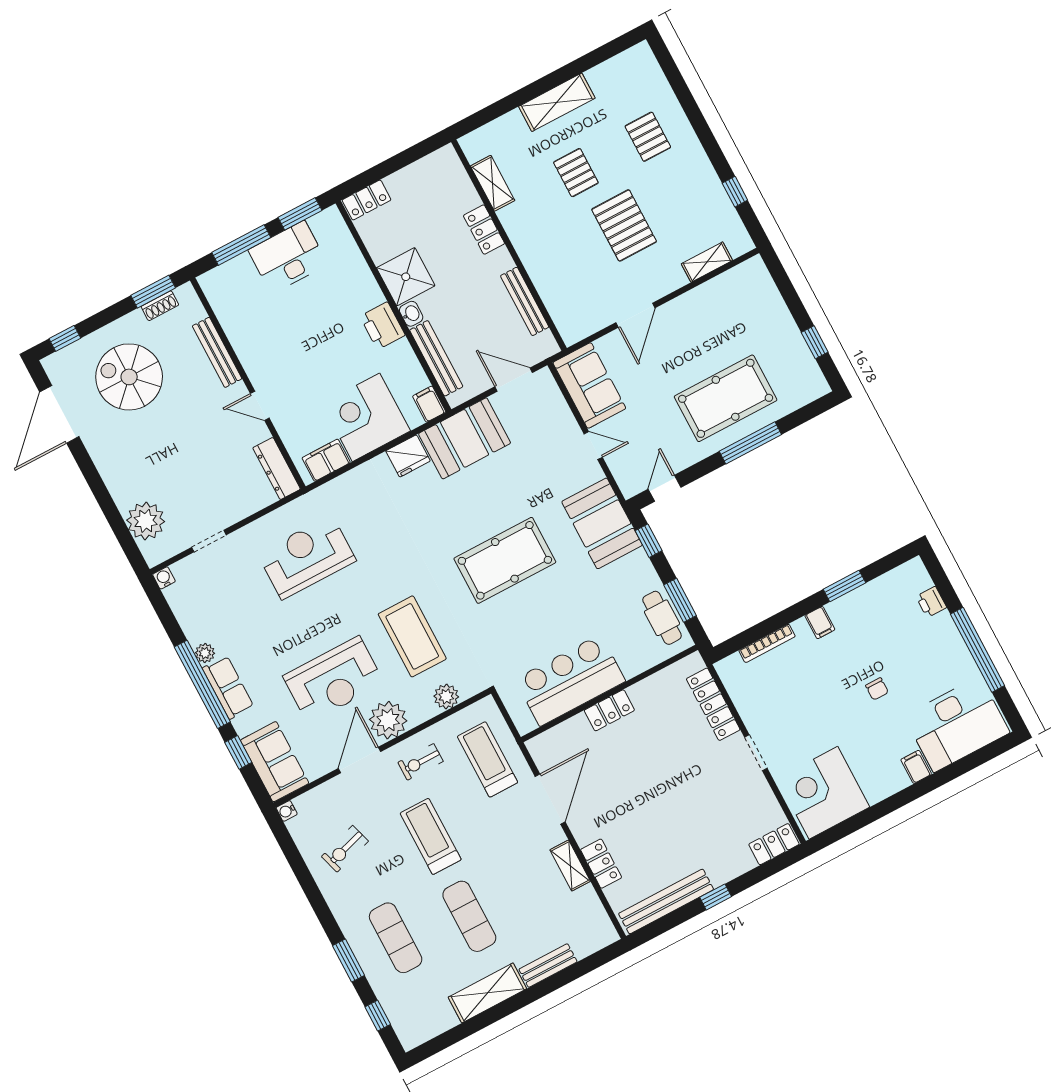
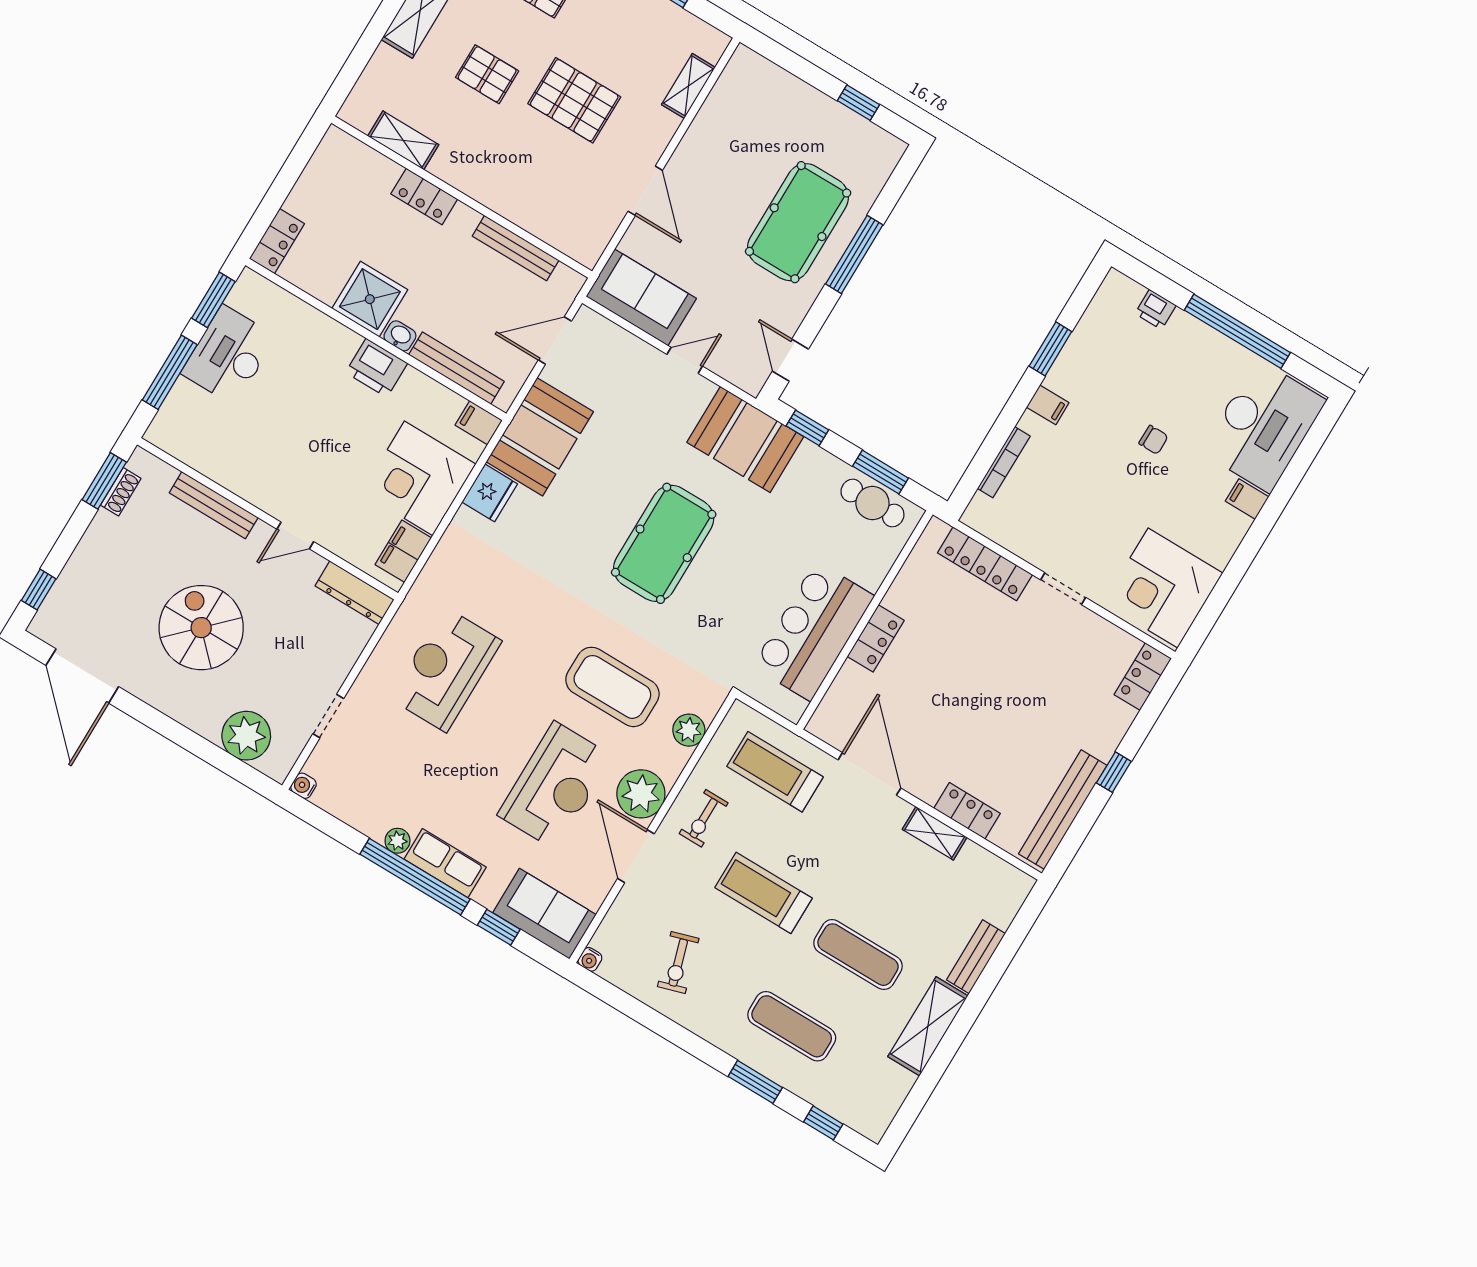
spiral stairs: (129, 377) -> (201, 628), moved, turned 90

